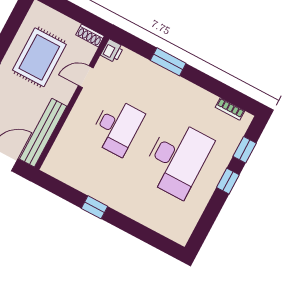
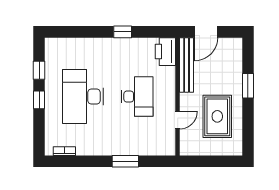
shoe rack: (90, 35) -> (190, 151), removed
printer: (112, 51) -> (165, 52), moved, width x1.87, depth x1.48
desk: (117, 127) -> (137, 97), turned 180
window: (245, 150) -> (39, 70), moved

